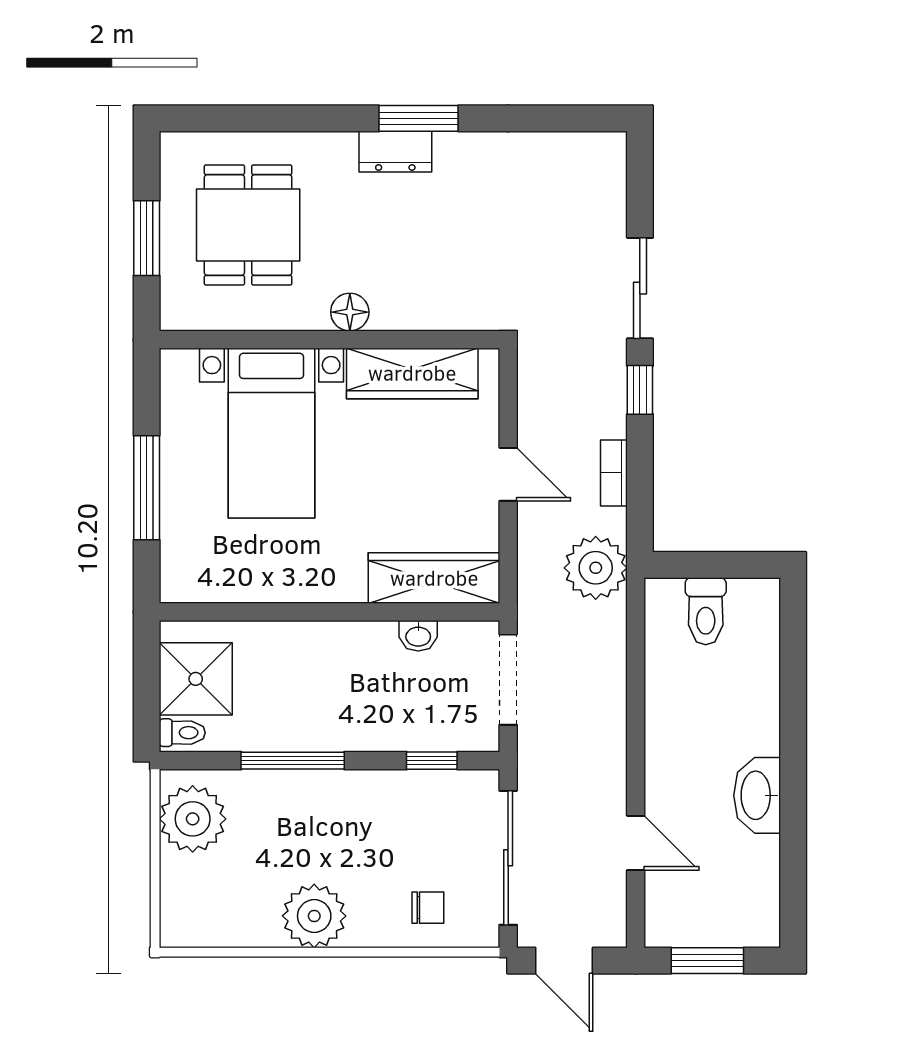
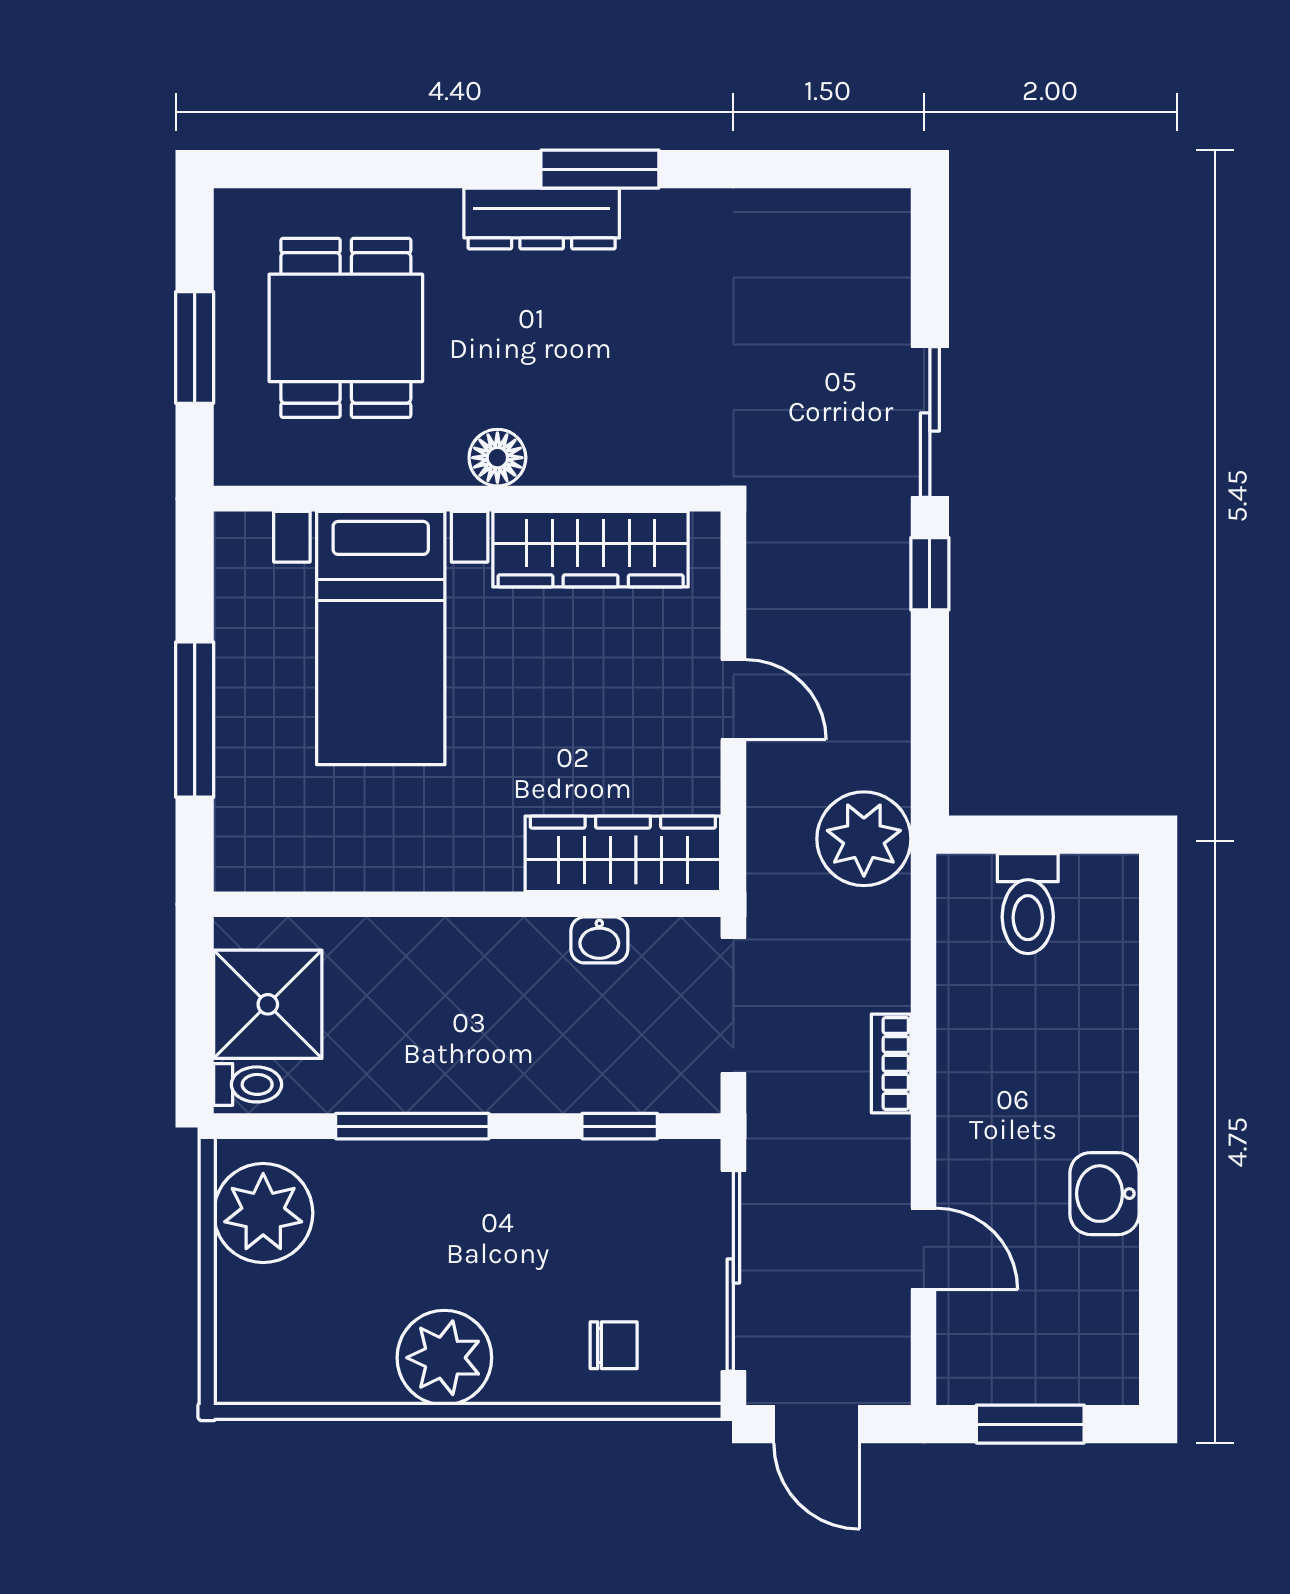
dresser: (395, 152) -> (542, 219), width x1.44
bookcase: (614, 473) -> (891, 1063), moved
washbasin: (757, 795) -> (1104, 1194), width x0.72

